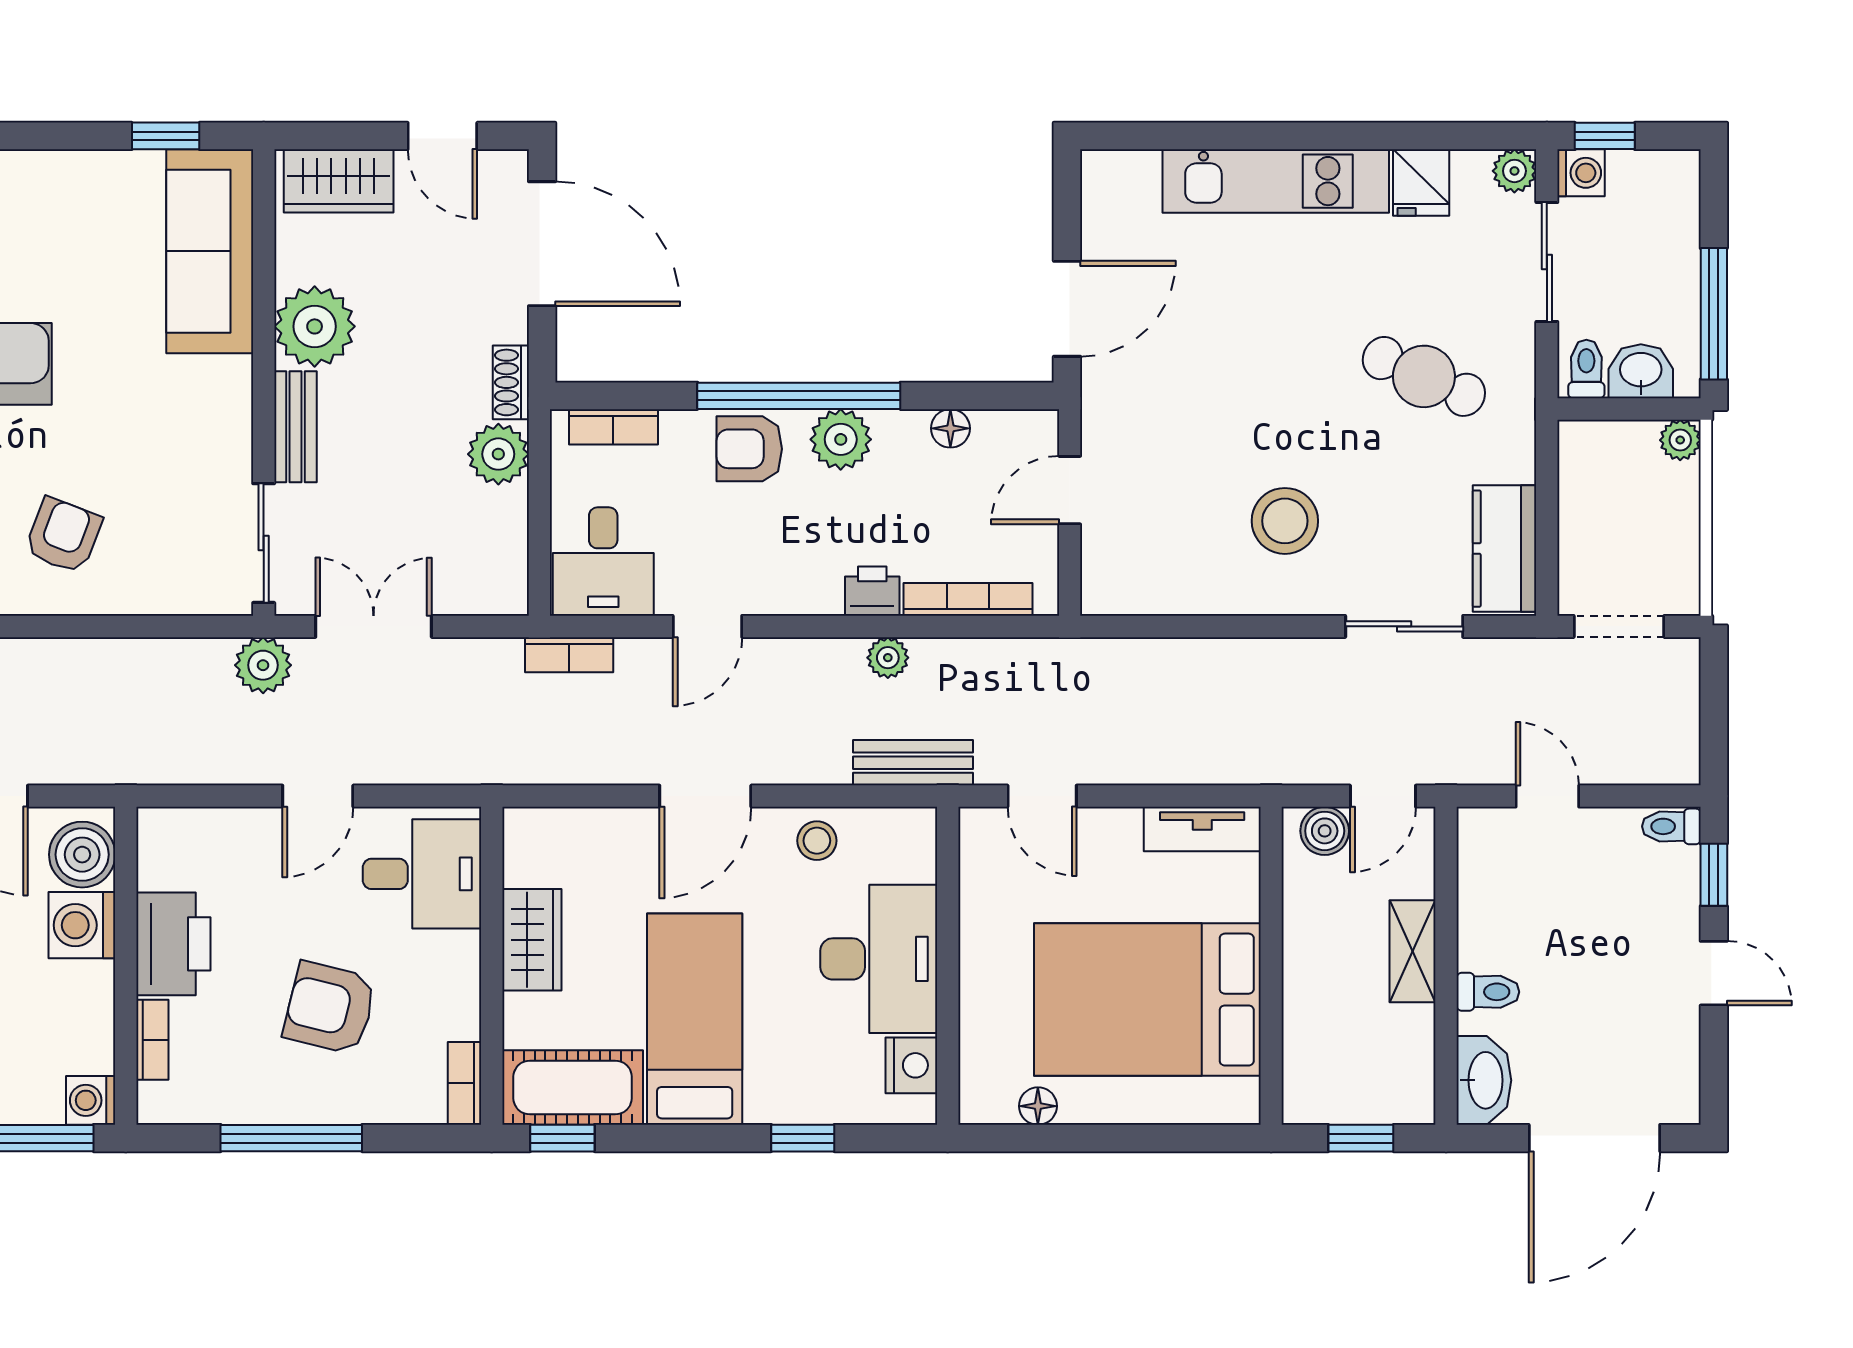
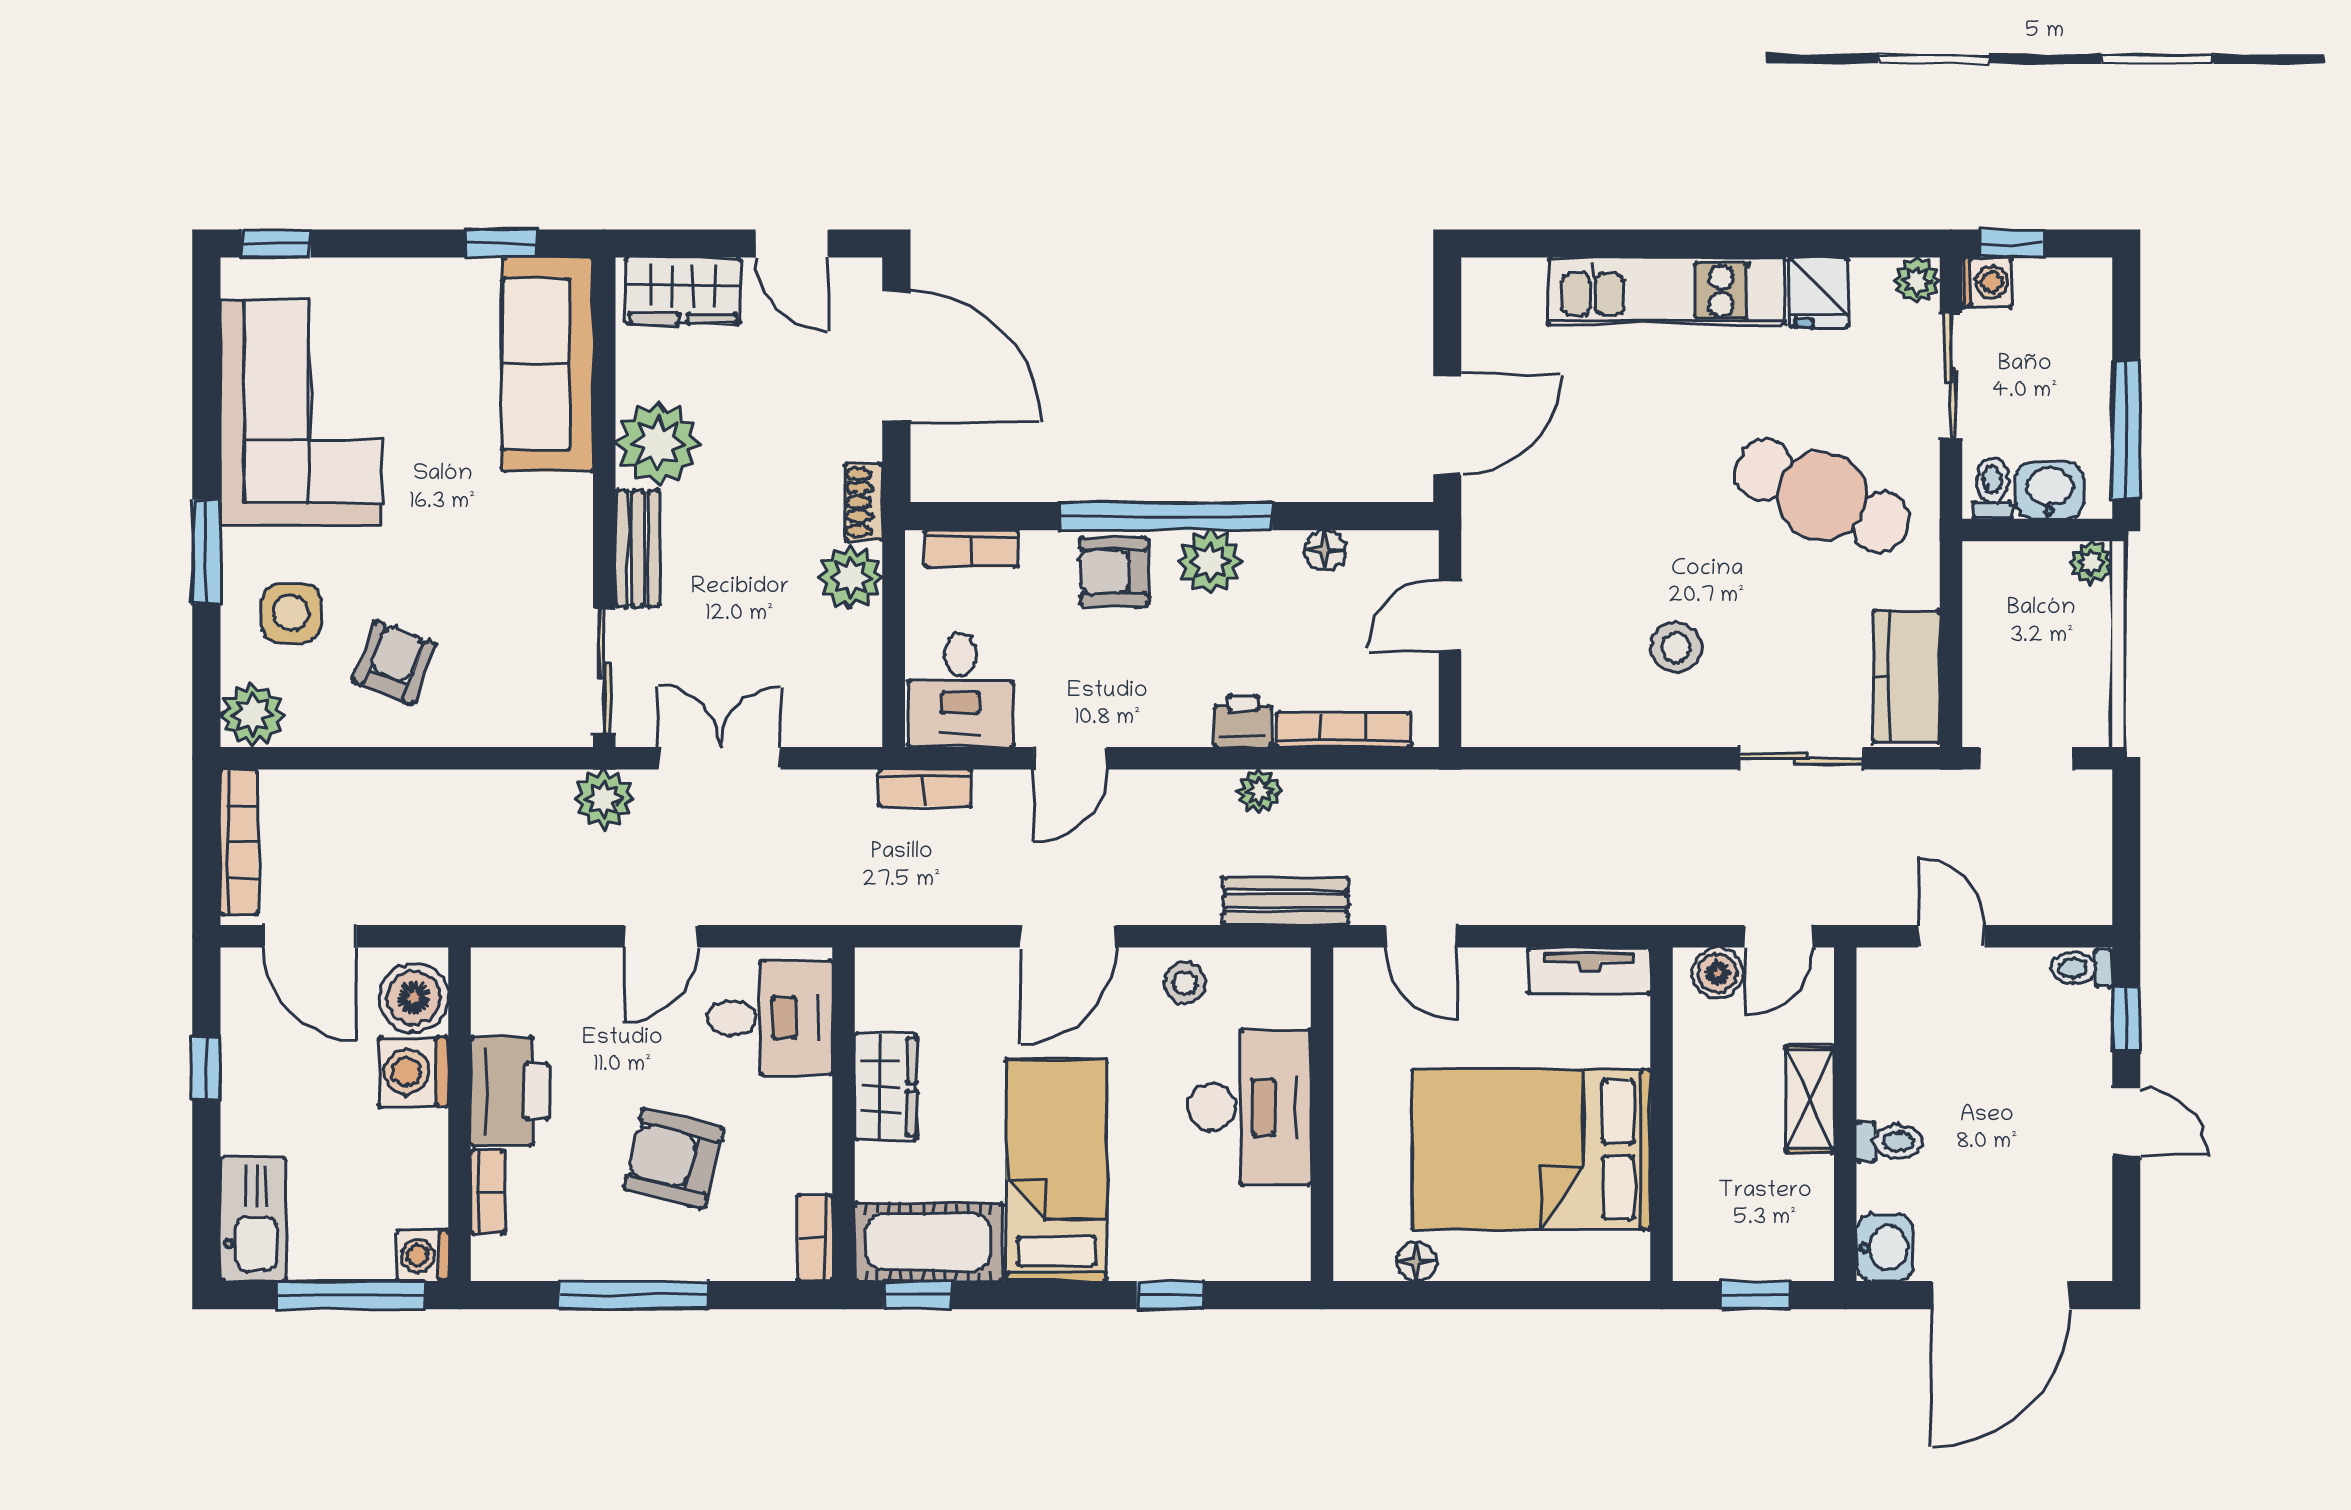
cafe table: (1424, 376) -> (1822, 496), width x1.37, depth x1.35
stool: (1285, 521) -> (1676, 647), width x0.73, depth x0.73
nightstand: (911, 1065) -> (1284, 1219), removed
washbasin: (1484, 1080) -> (1885, 1247), width x0.72

